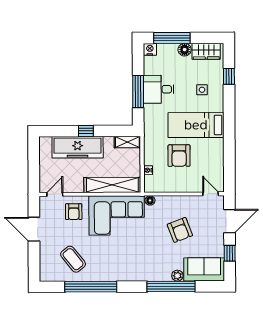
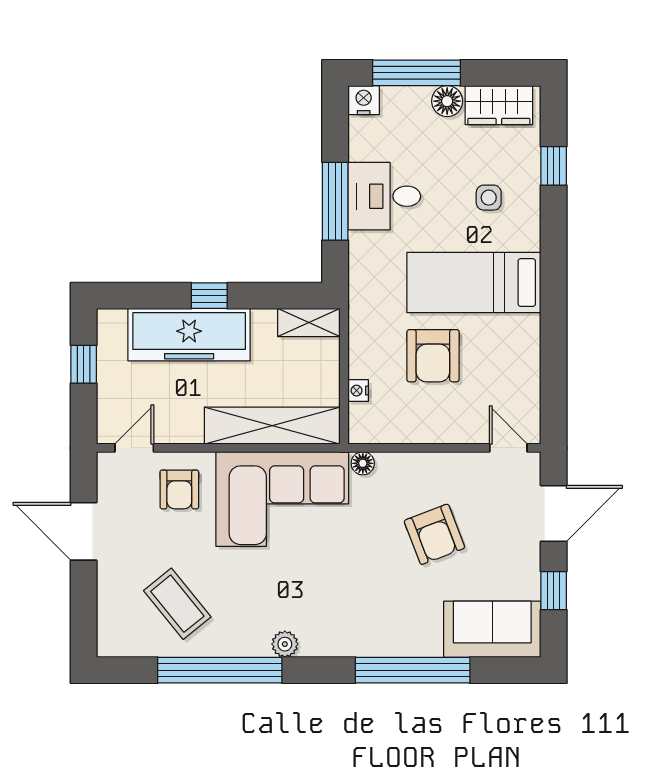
window: (34, 160) -> (84, 364), added
plant: (177, 276) -> (285, 644), moved

